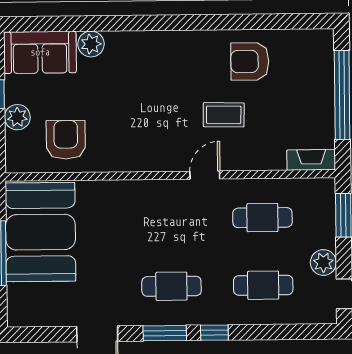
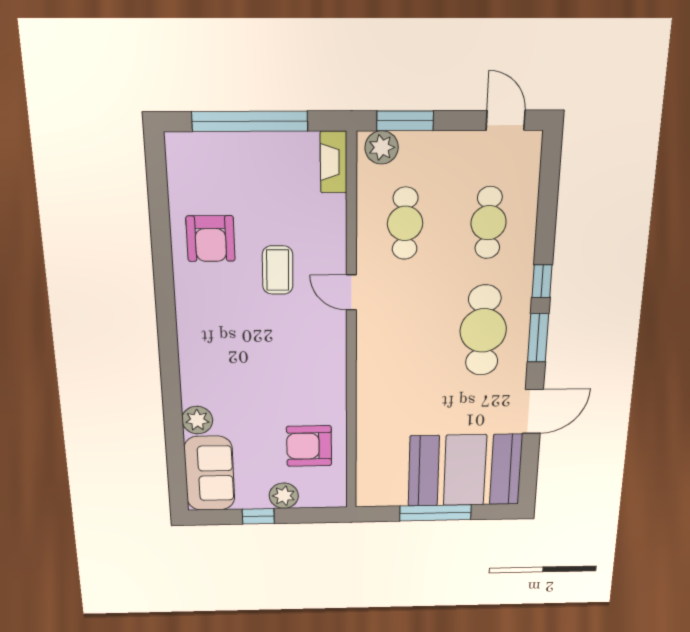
booth: (40, 232) -> (465, 470), moved
plant: (323, 263) -> (382, 147), moved
cafe table: (171, 286) -> (483, 330), width x1.37, depth x1.35

